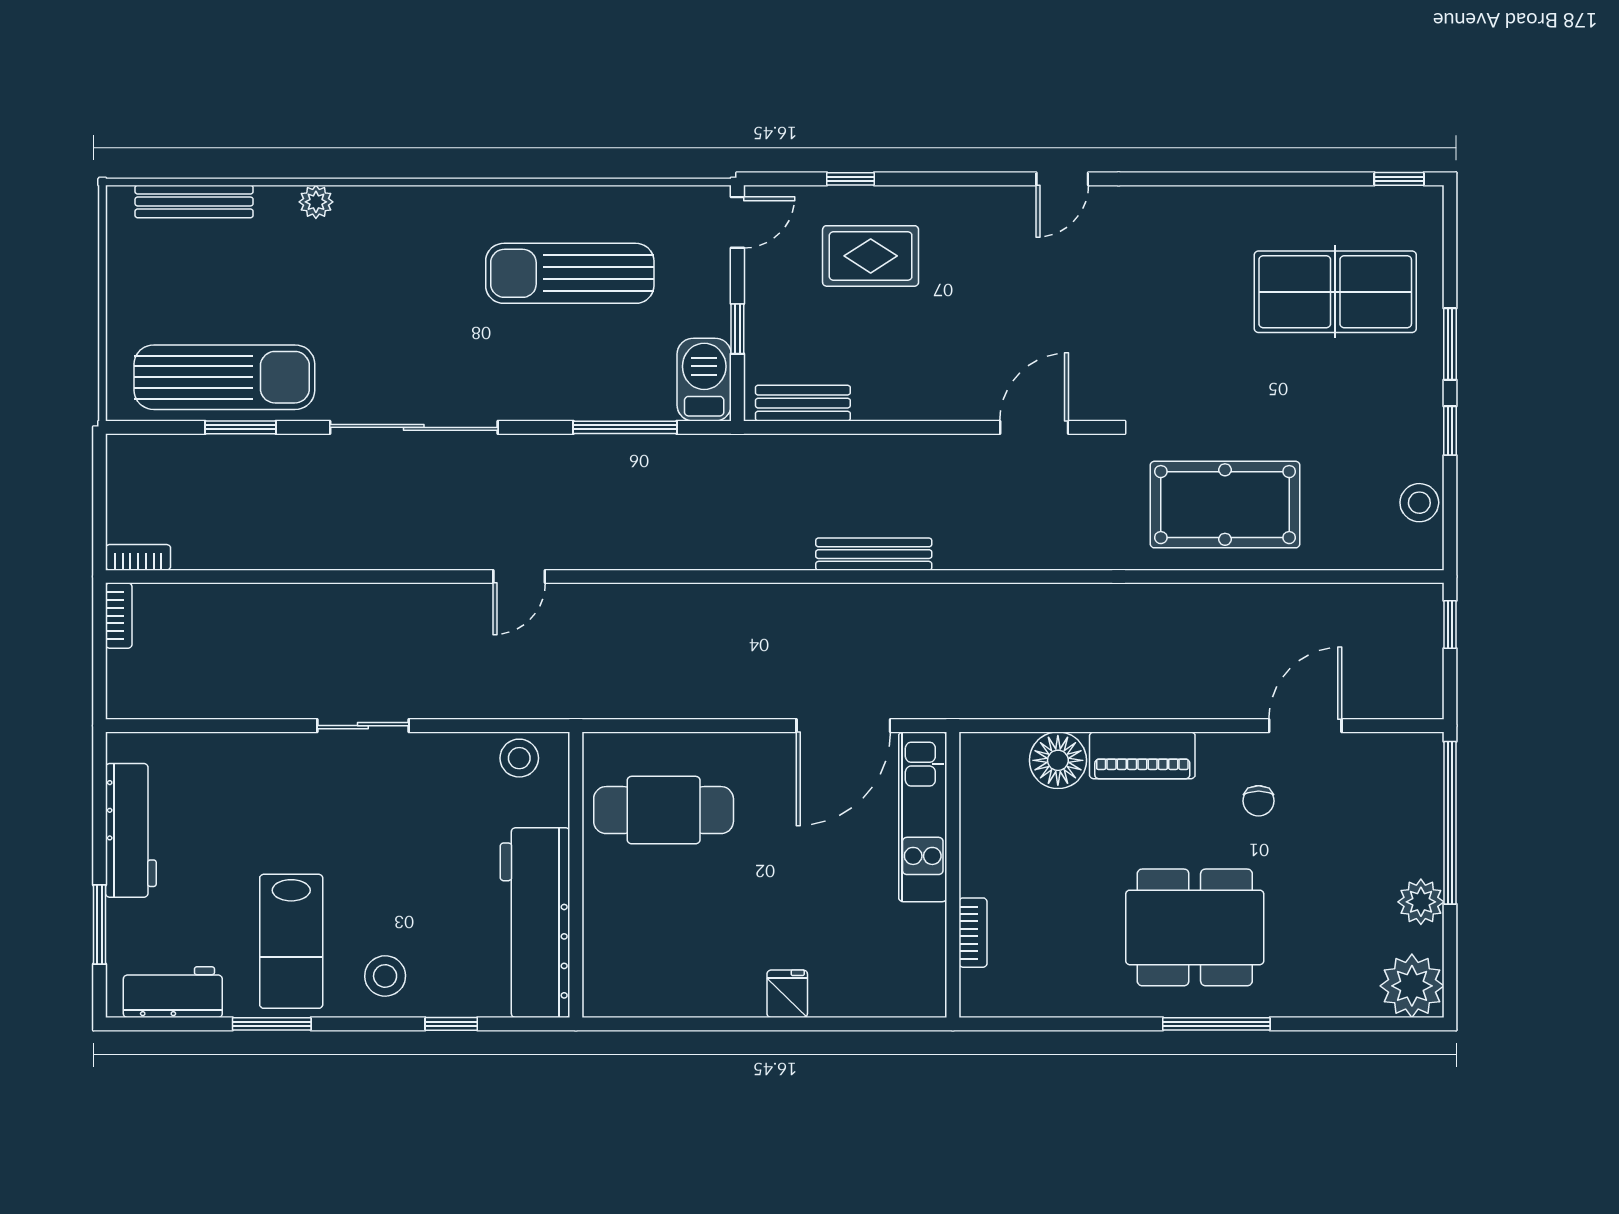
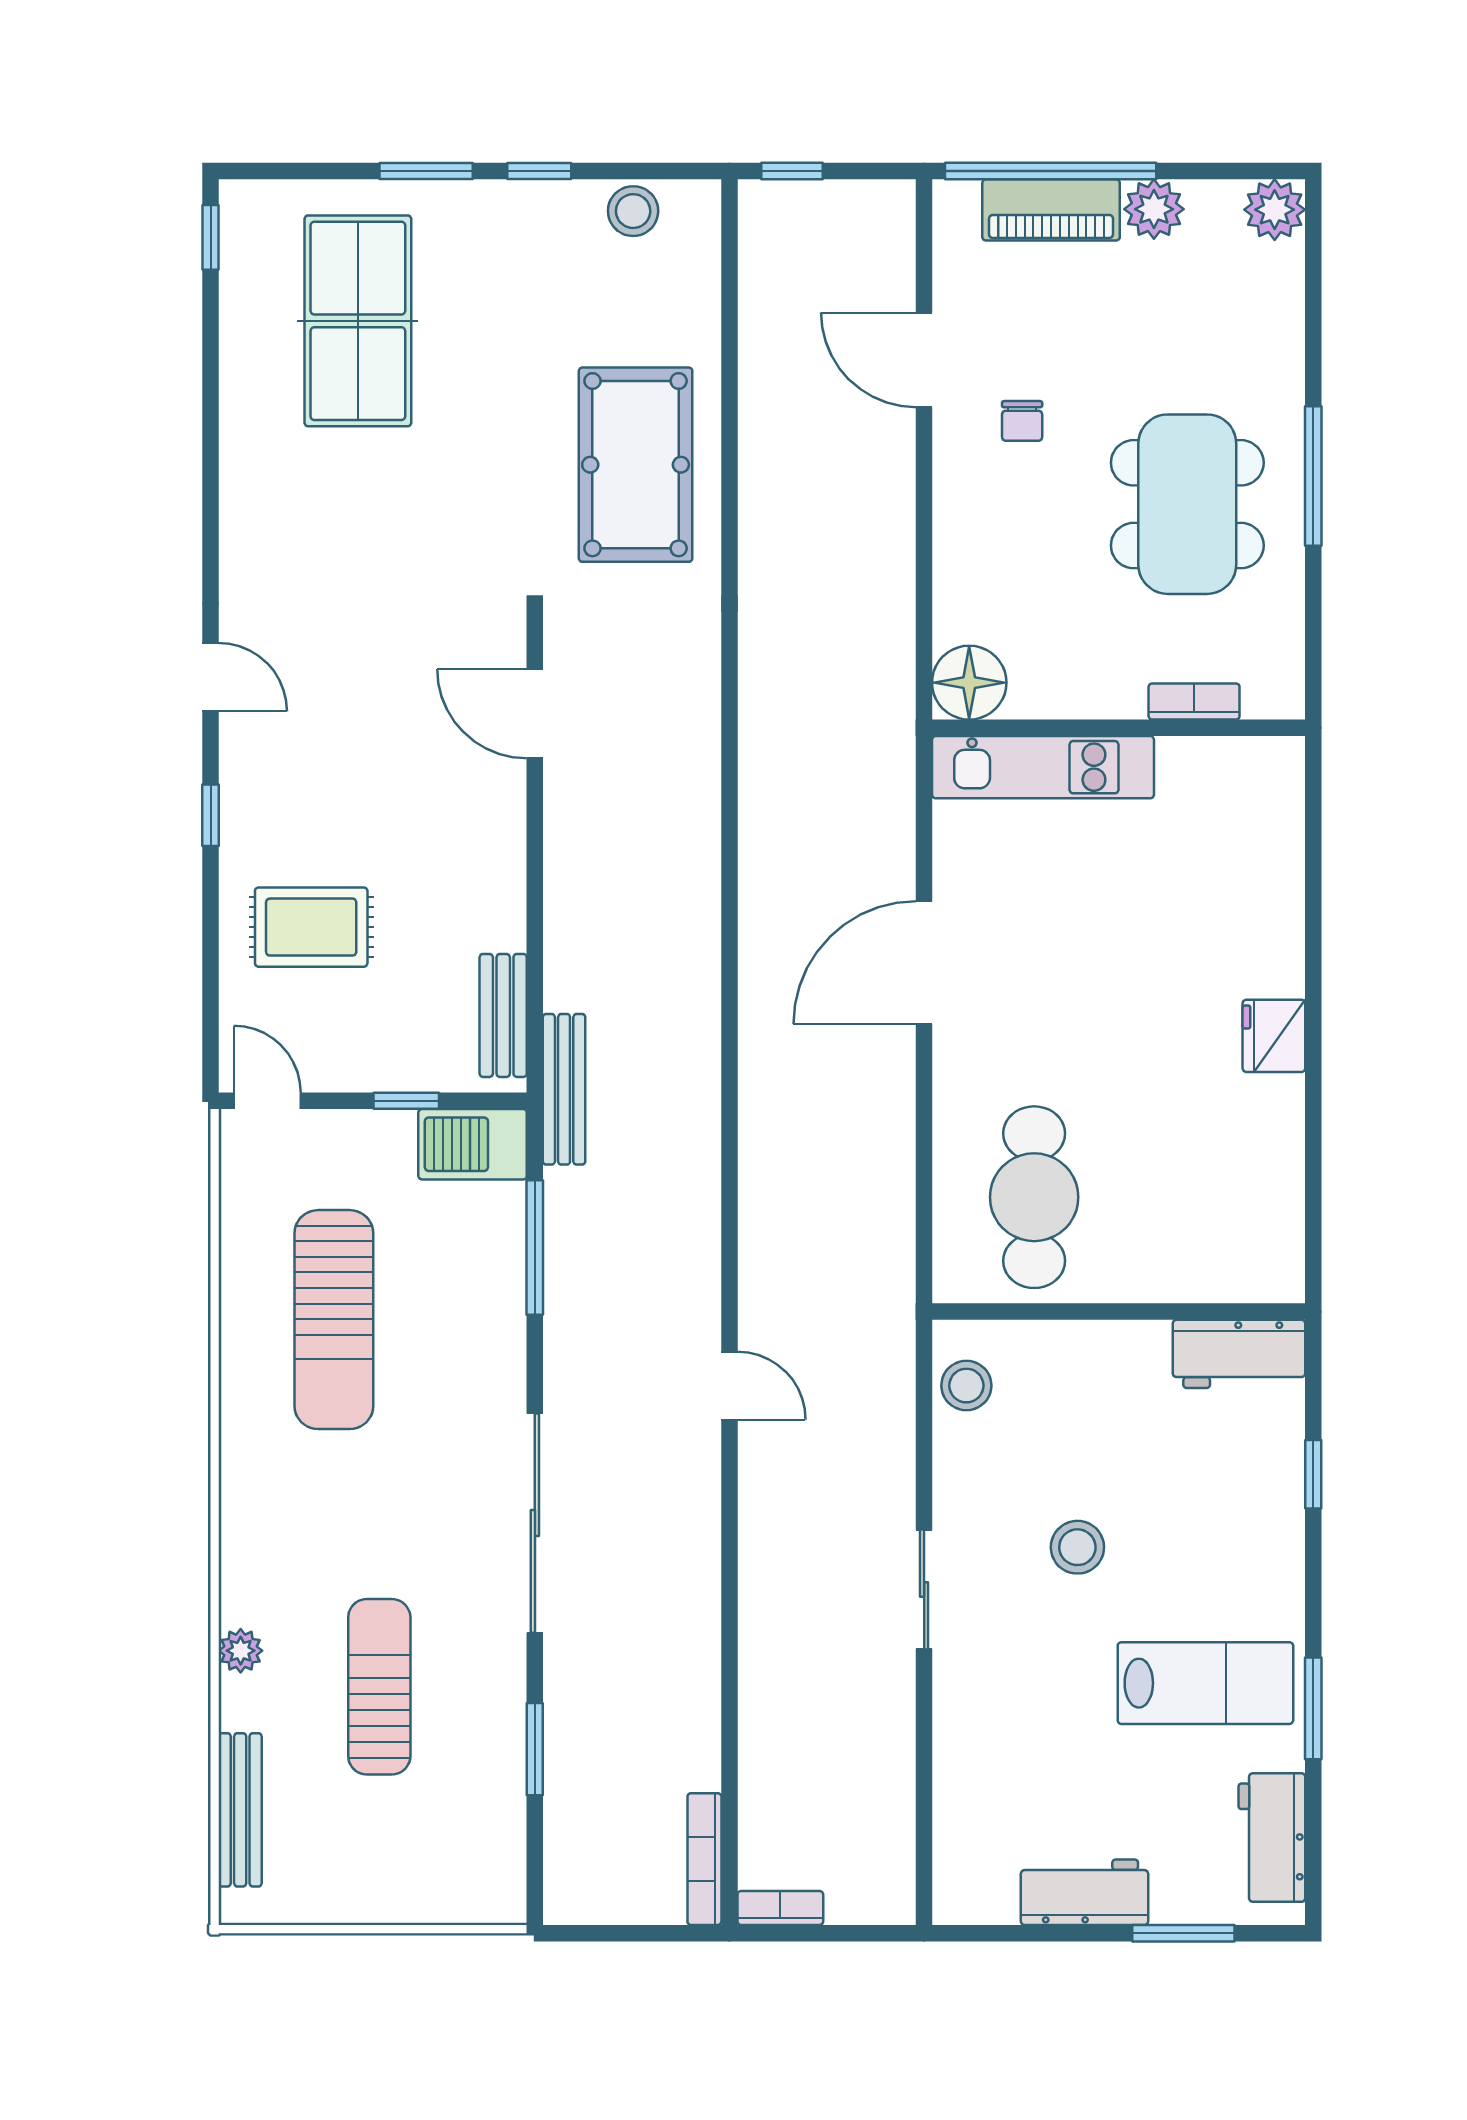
window: (850, 179) -> (211, 815), moved
rug: (871, 256) -> (311, 927), turned 90
sun lounger: (224, 377) -> (379, 1687), moved, width x0.73, depth x0.75
bench: (874, 554) -> (564, 1089), moved
bookcase: (138, 557) -> (704, 1859), width x1.56
door: (843, 726) -> (924, 963), swing flipped
piano: (1142, 755) -> (1051, 210), moved, turned 90
chair: (1259, 801) -> (1022, 421), turned 90
kitchen unit: (923, 817) -> (1043, 767), moved
workbench: (131, 830) -> (1084, 1892), width x0.73
wall: (953, 875) -> (1119, 728), moved
workbench: (535, 923) -> (1239, 1354), width x0.53, depth x0.76
bookcase: (973, 933) -> (1194, 702), moved
stool: (385, 976) -> (1077, 1547), moved
plant: (1412, 986) -> (1275, 210), width x0.73, depth x0.73
fridge: (787, 994) -> (1274, 1036), width x1.38

